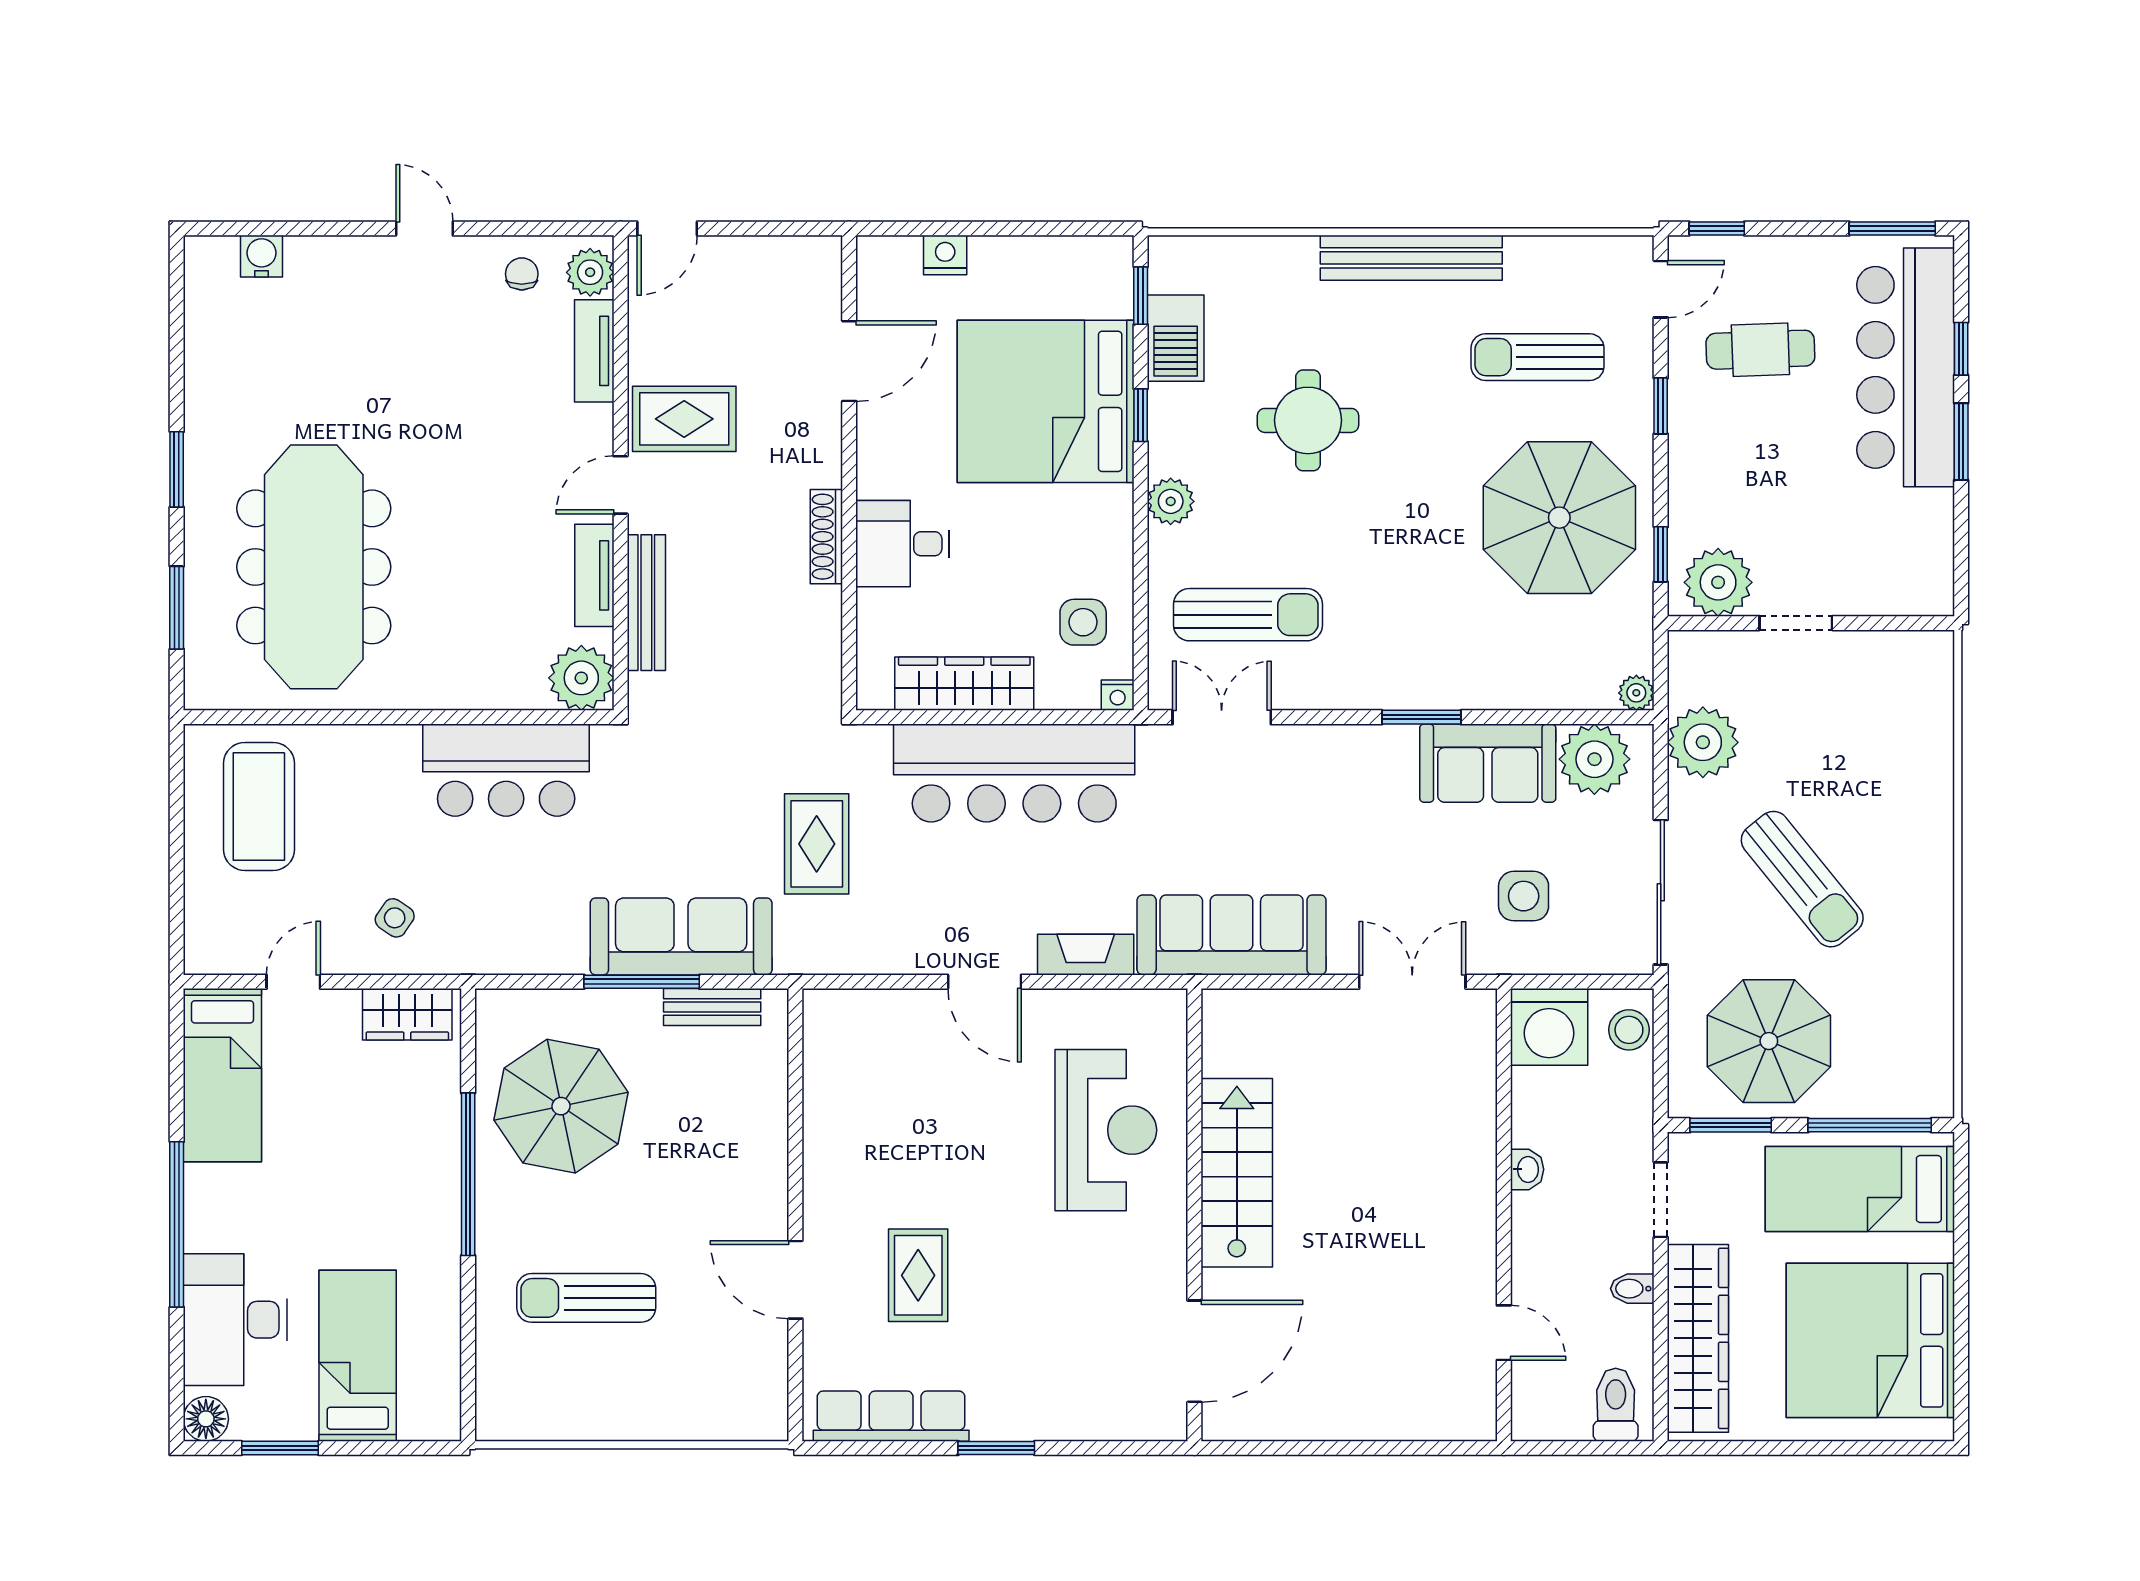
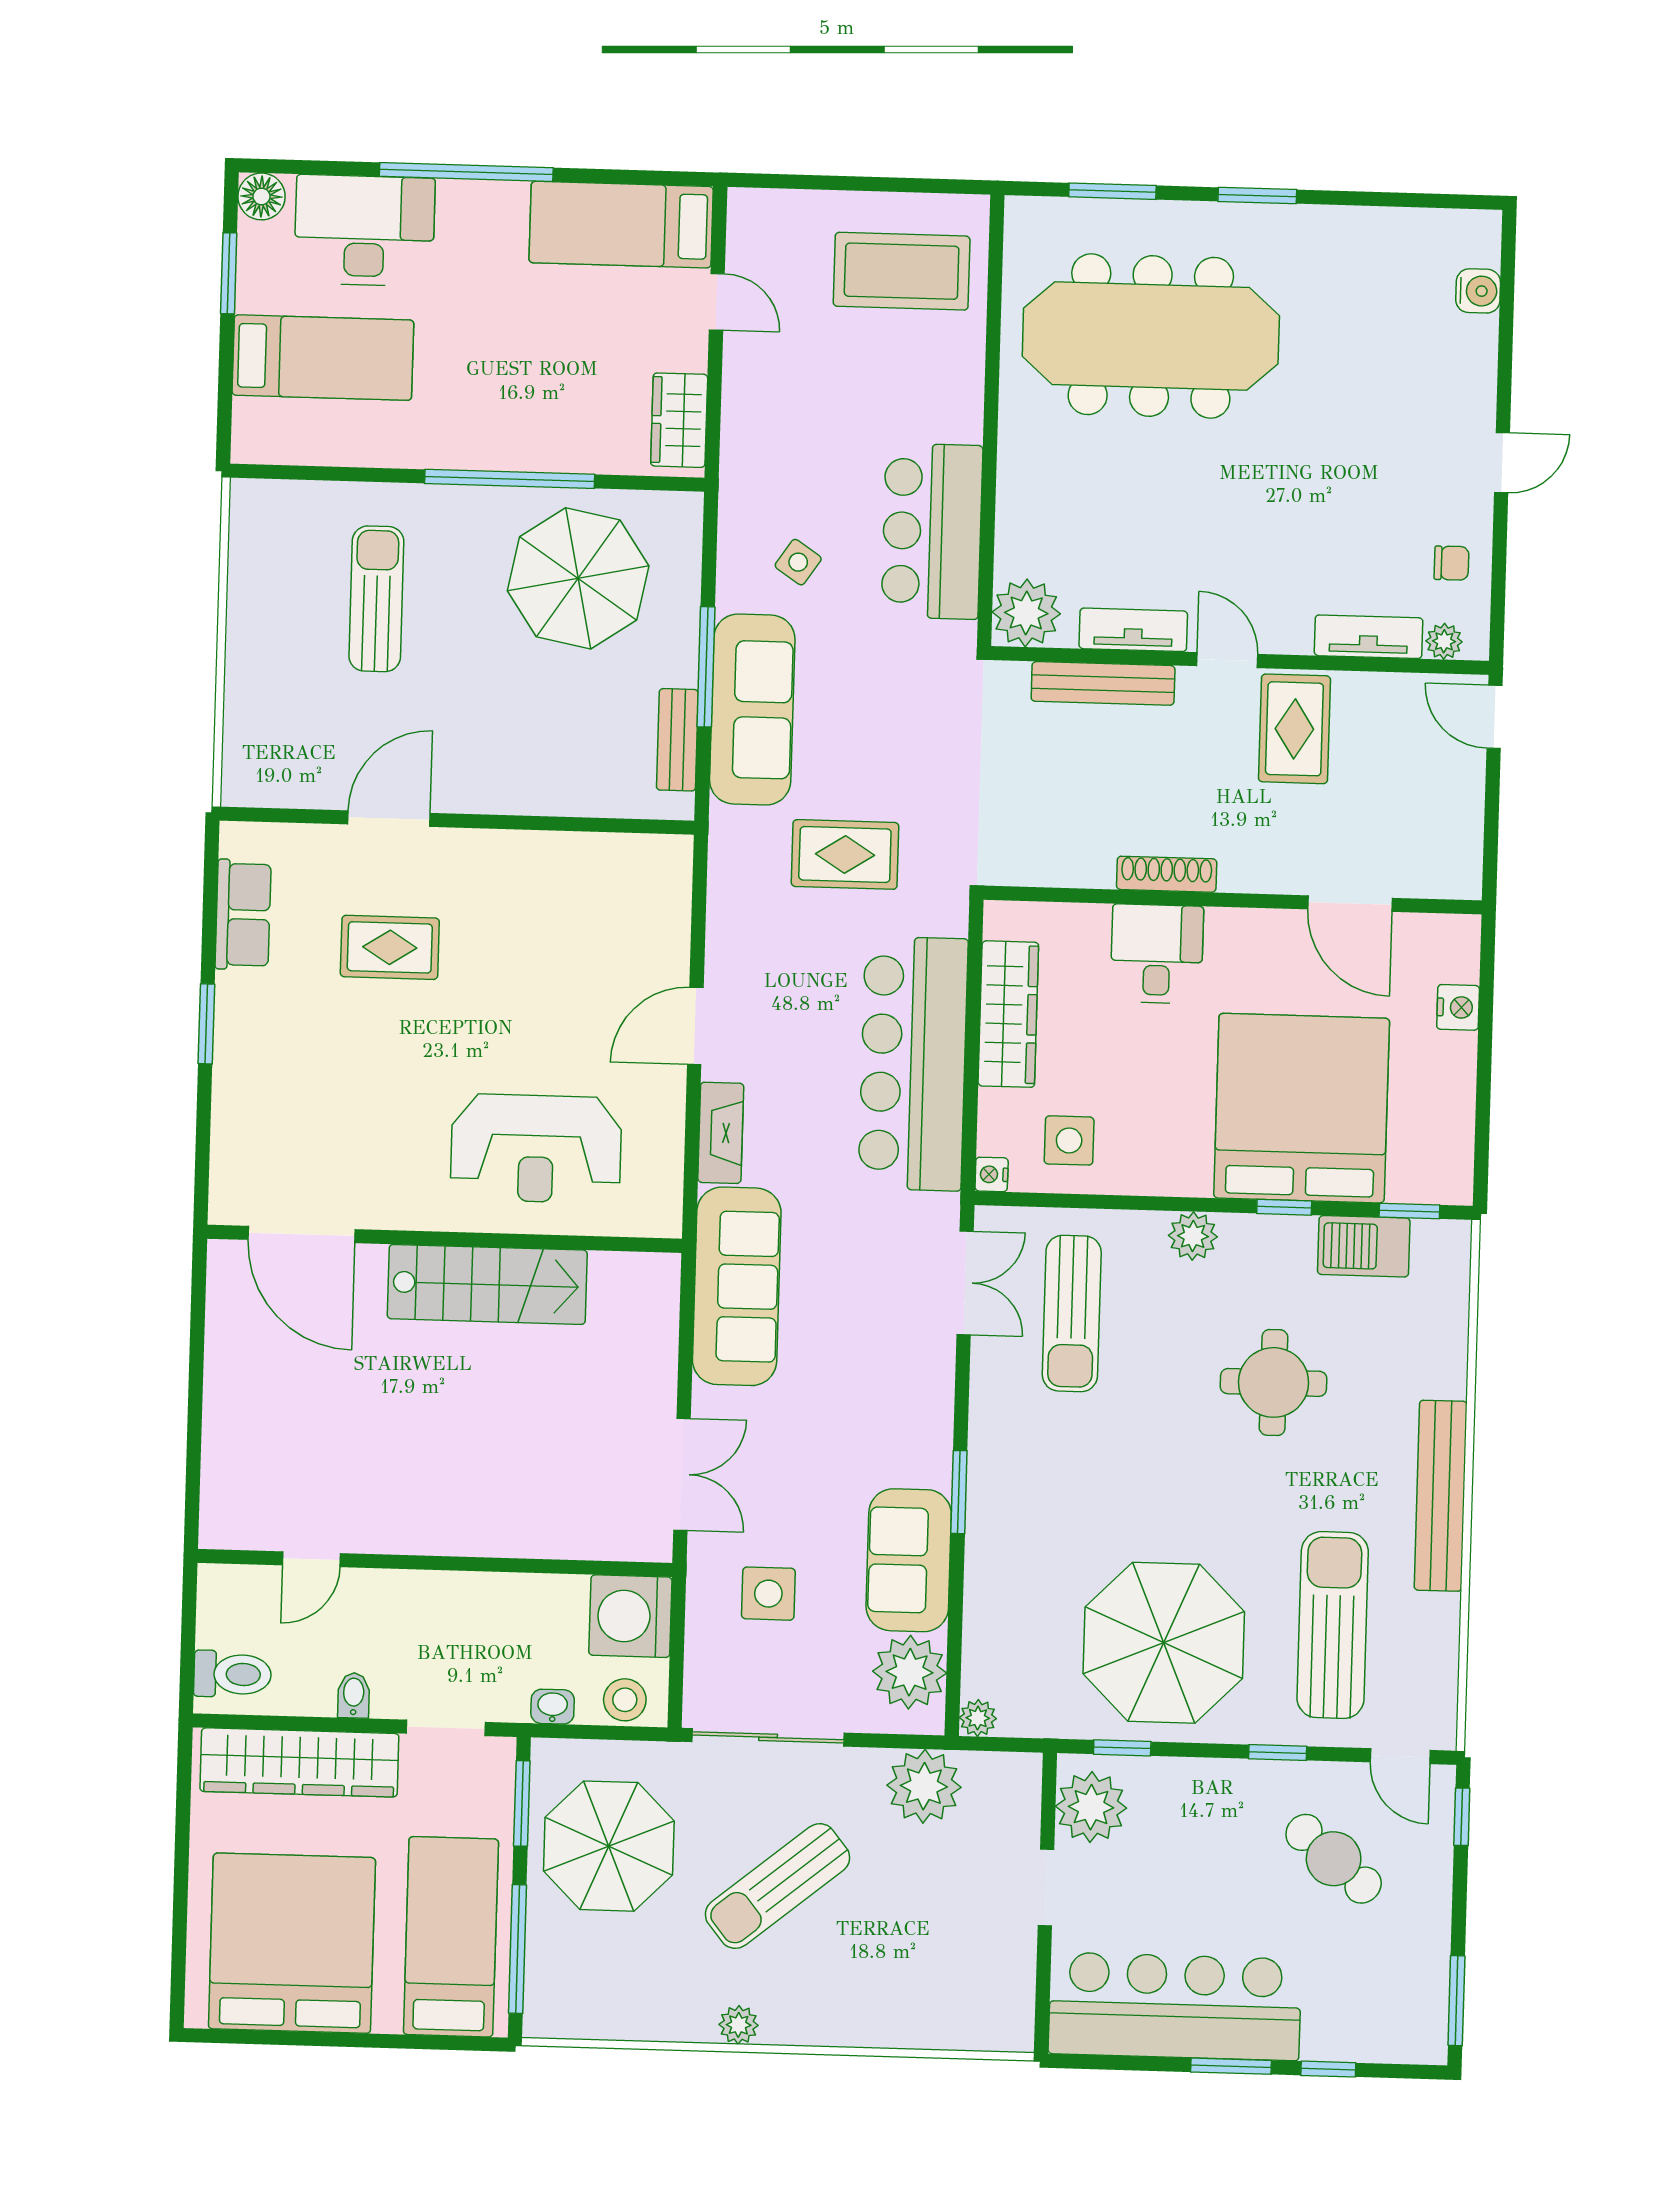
plant: (590, 272) -> (1444, 641), width x0.73, depth x0.73
cafe table: (1760, 350) -> (1334, 1859), turned -48
sun lounger: (1538, 357) -> (1333, 1625), width x1.36, depth x1.34
bar counter: (1906, 367) -> (1175, 2006), moved
plant: (1936, 912) -> (739, 2025), added
side table: (395, 918) -> (798, 562), moved
washbasin: (1527, 1169) -> (553, 1707), moved, turned 180
row of seats: (891, 1416) -> (243, 915), width x0.68

